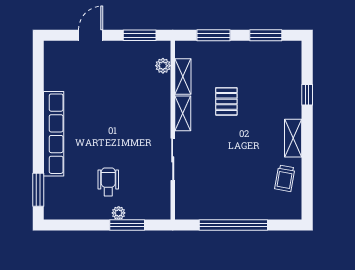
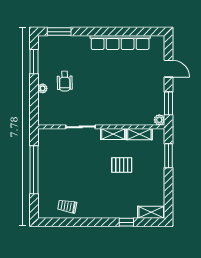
window: (266, 35) -> (169, 193), removed
plant: (163, 66) -> (159, 120), moved
row of seats: (54, 134) -> (120, 42), moved
shelving: (293, 138) -> (151, 212), moved
wheelchair: (108, 182) -> (65, 81), turned 89
window: (127, 225) -> (34, 62), moved

